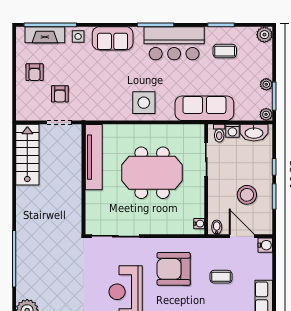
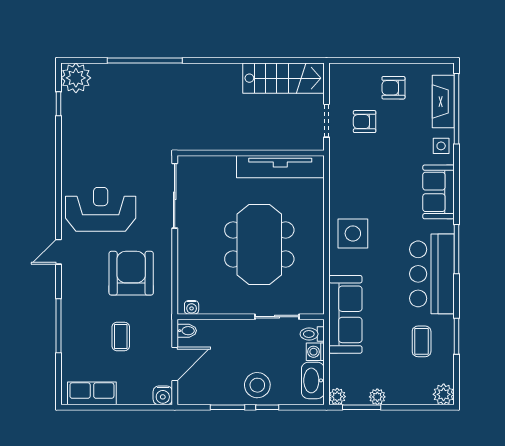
stool: (247, 195) -> (257, 385), moved

